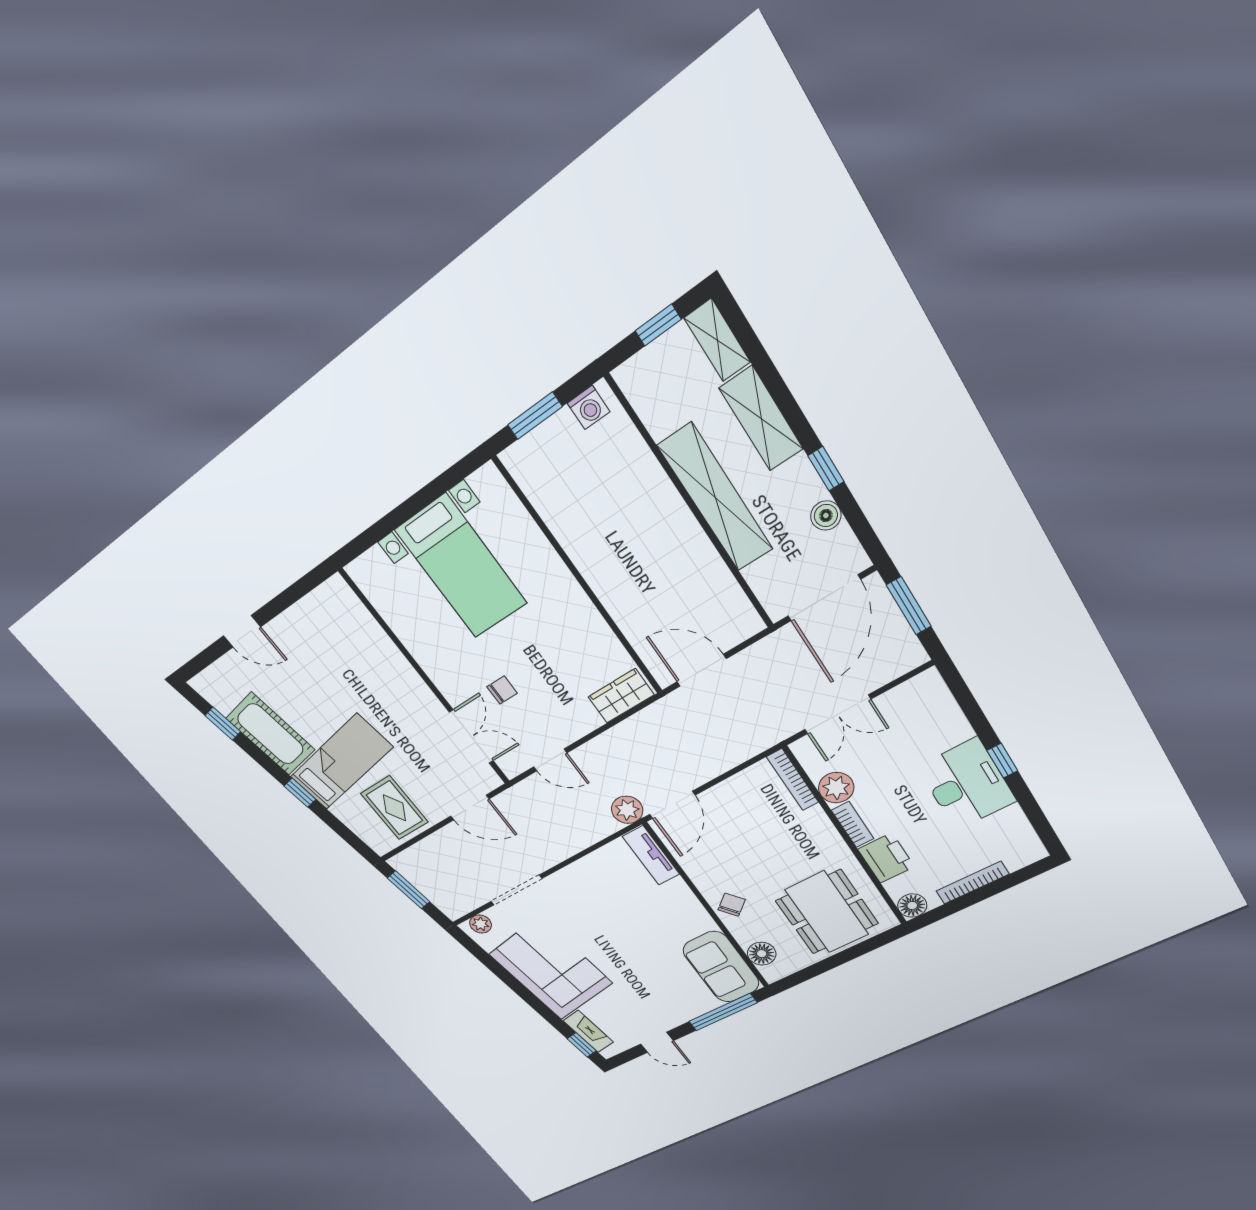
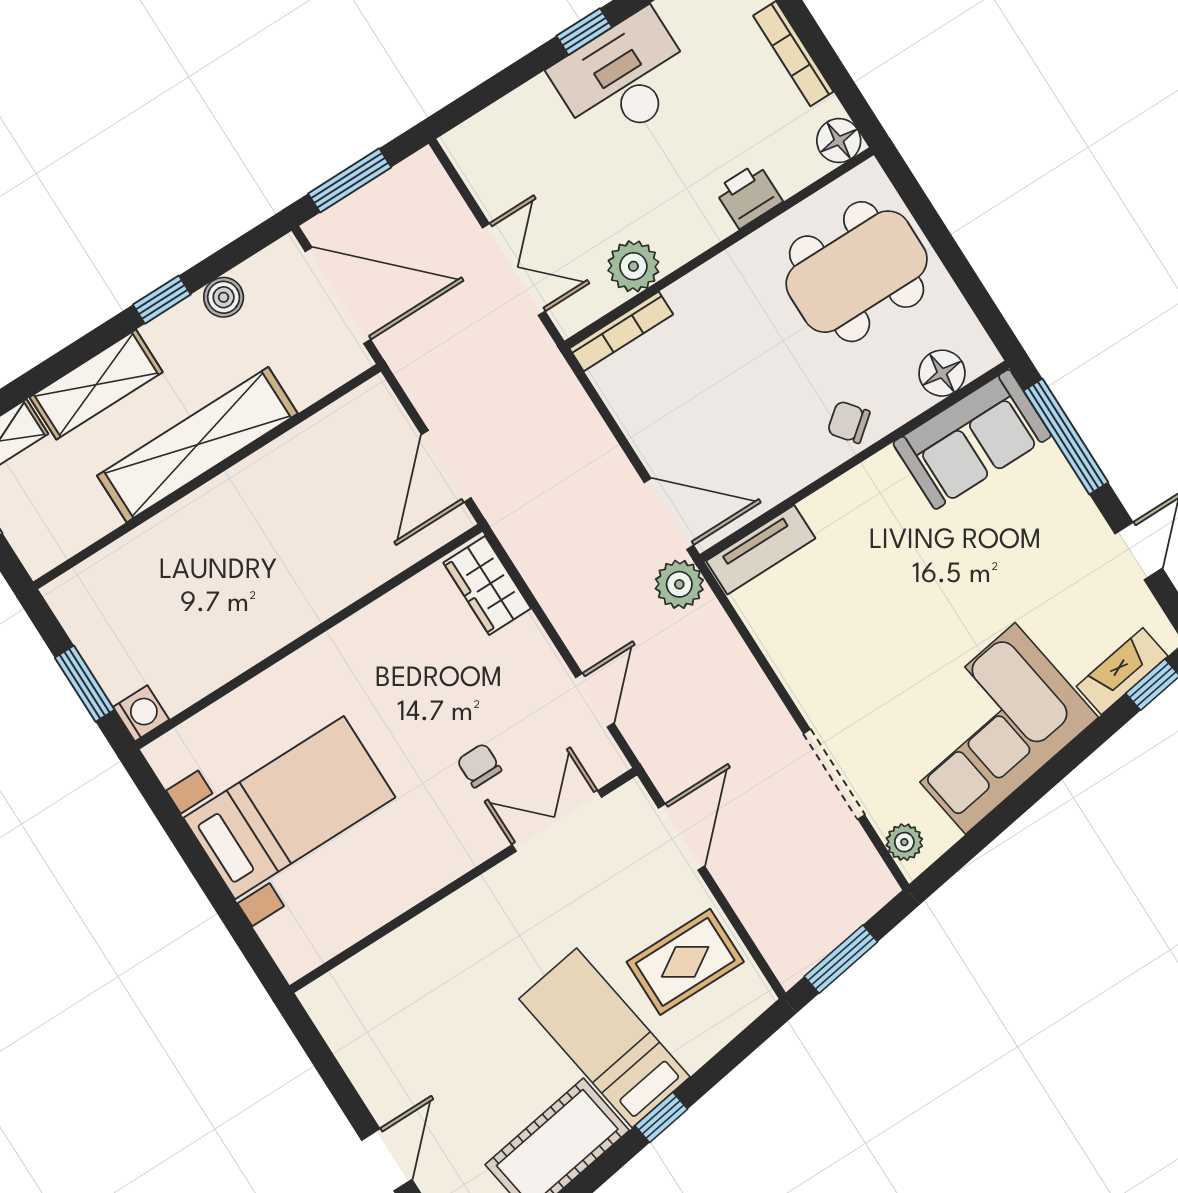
washing machine: (589, 407) -> (141, 713), moved
bookcase: (853, 825) -> (696, 239), removed
printer: (886, 858) -> (749, 196), width x0.73, depth x0.81

